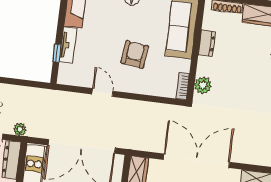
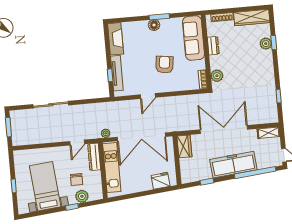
tv unit: (68, 45) -> (117, 73), width x1.41
door: (103, 93) -> (148, 96), swing flipped
plant: (20, 129) -> (106, 133), moved

